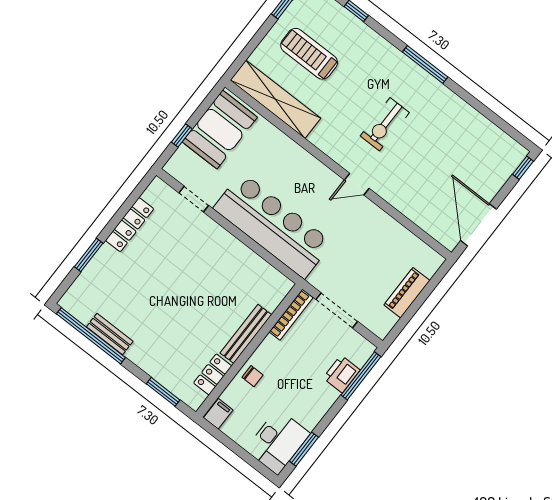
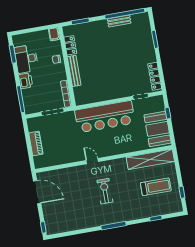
door: (357, 184) -> (92, 161), hinge flipped
locker: (130, 225) -> (155, 76), moved
printer: (342, 374) -> (26, 81), moved
desk: (278, 442) -> (26, 59), moved

